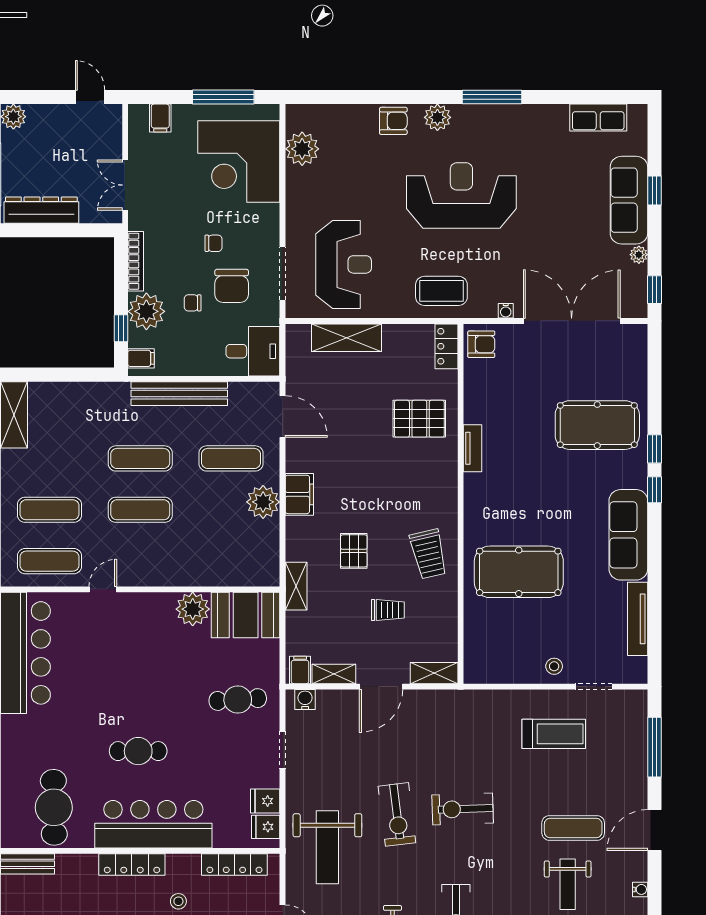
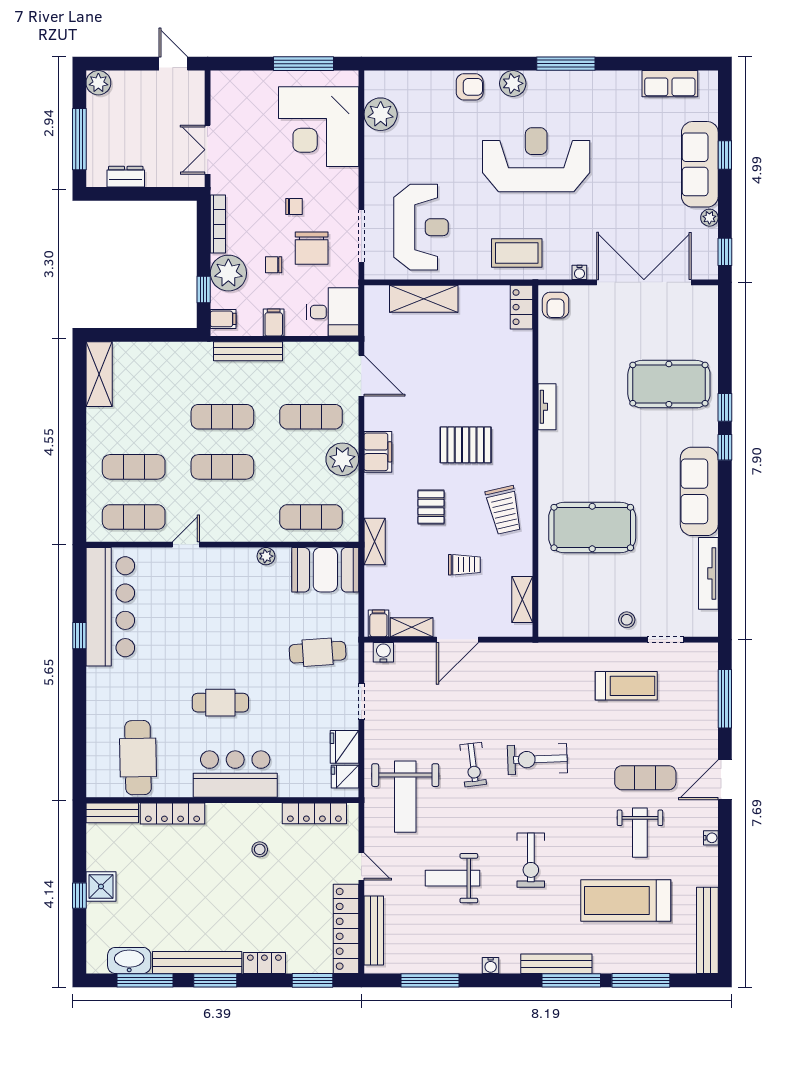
filing cabinet: (160, 118) -> (274, 322), moved, turned 180
dresser: (41, 210) -> (126, 177), width x0.51, depth x0.80
armchair: (481, 344) -> (556, 305), turned 90
bench: (179, 394) -> (248, 351), width x0.73, depth x0.82
pallet: (419, 419) -> (466, 445), moved
exercise mat: (231, 561) -> (311, 517), added
plant: (193, 609) -> (266, 556), width x0.53, depth x0.53
shelving: (434, 673) -> (522, 599), moved, turned 90
fridge: (265, 801) -> (344, 747), width x1.38
exercise bike: (397, 814) -> (473, 765), width x0.73, depth x0.72
bar counter: (153, 824) -> (235, 774), width x0.73
locker: (132, 864) -> (173, 813), moved

